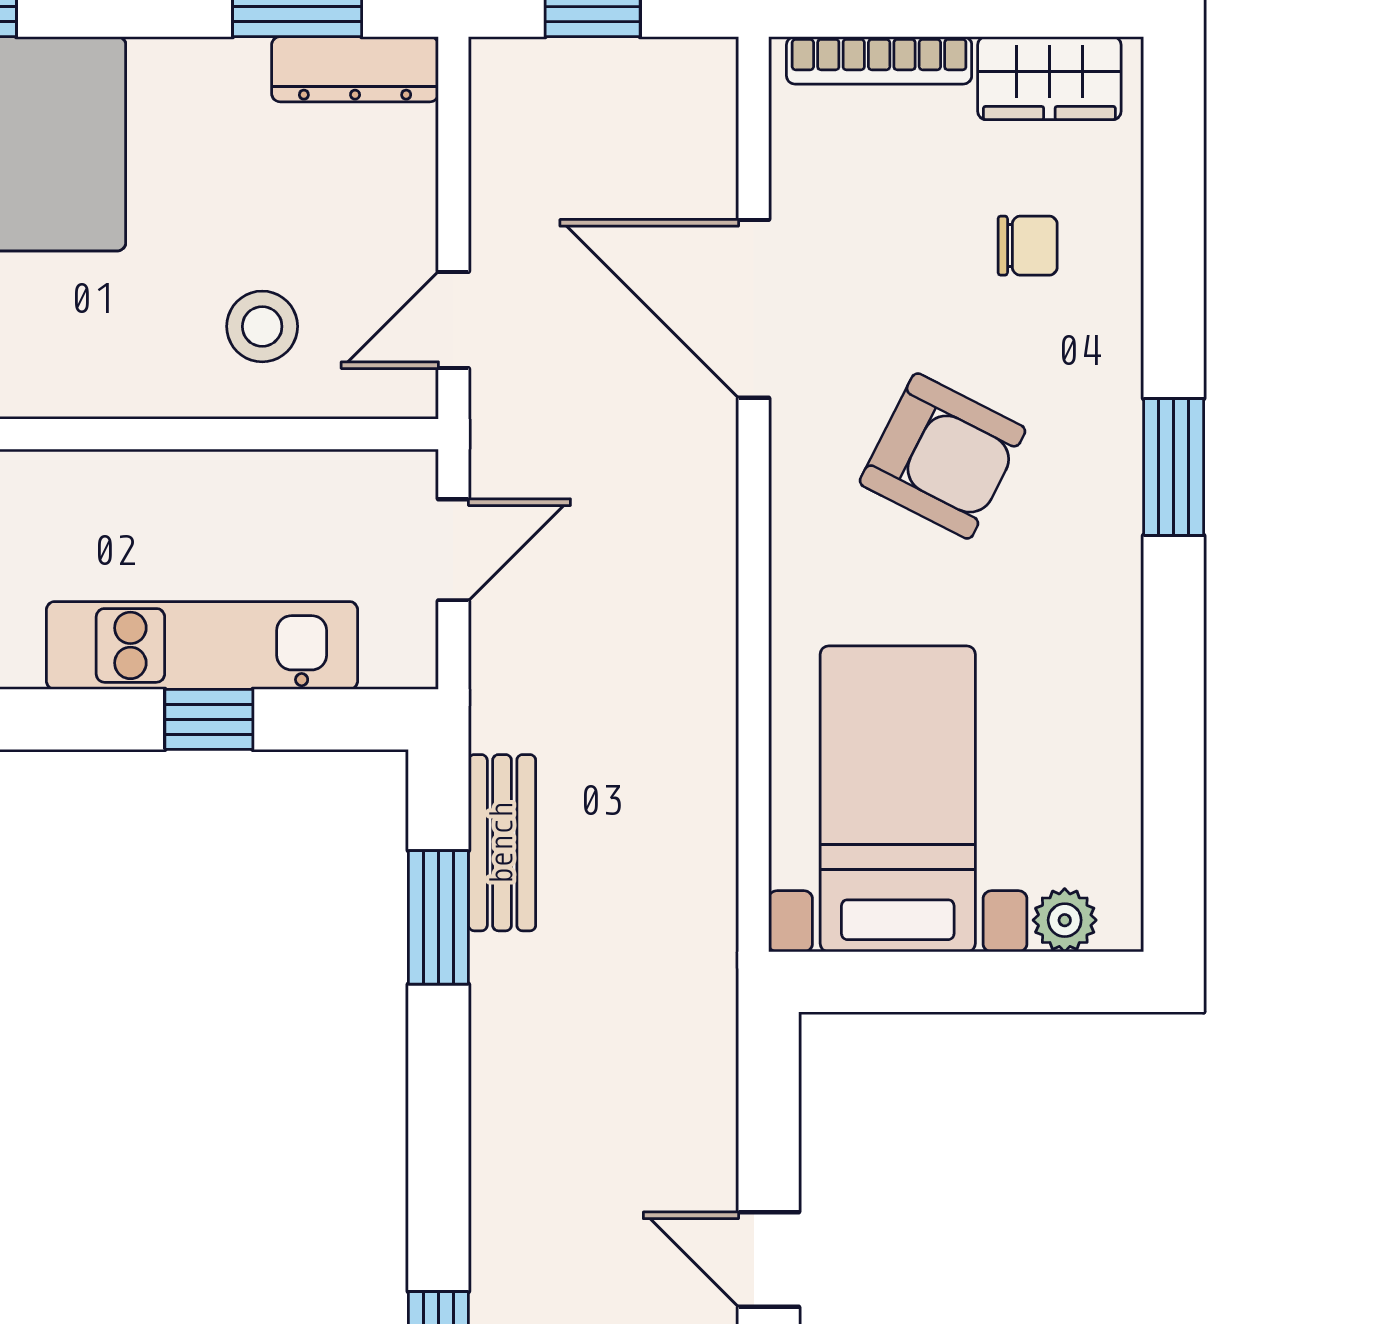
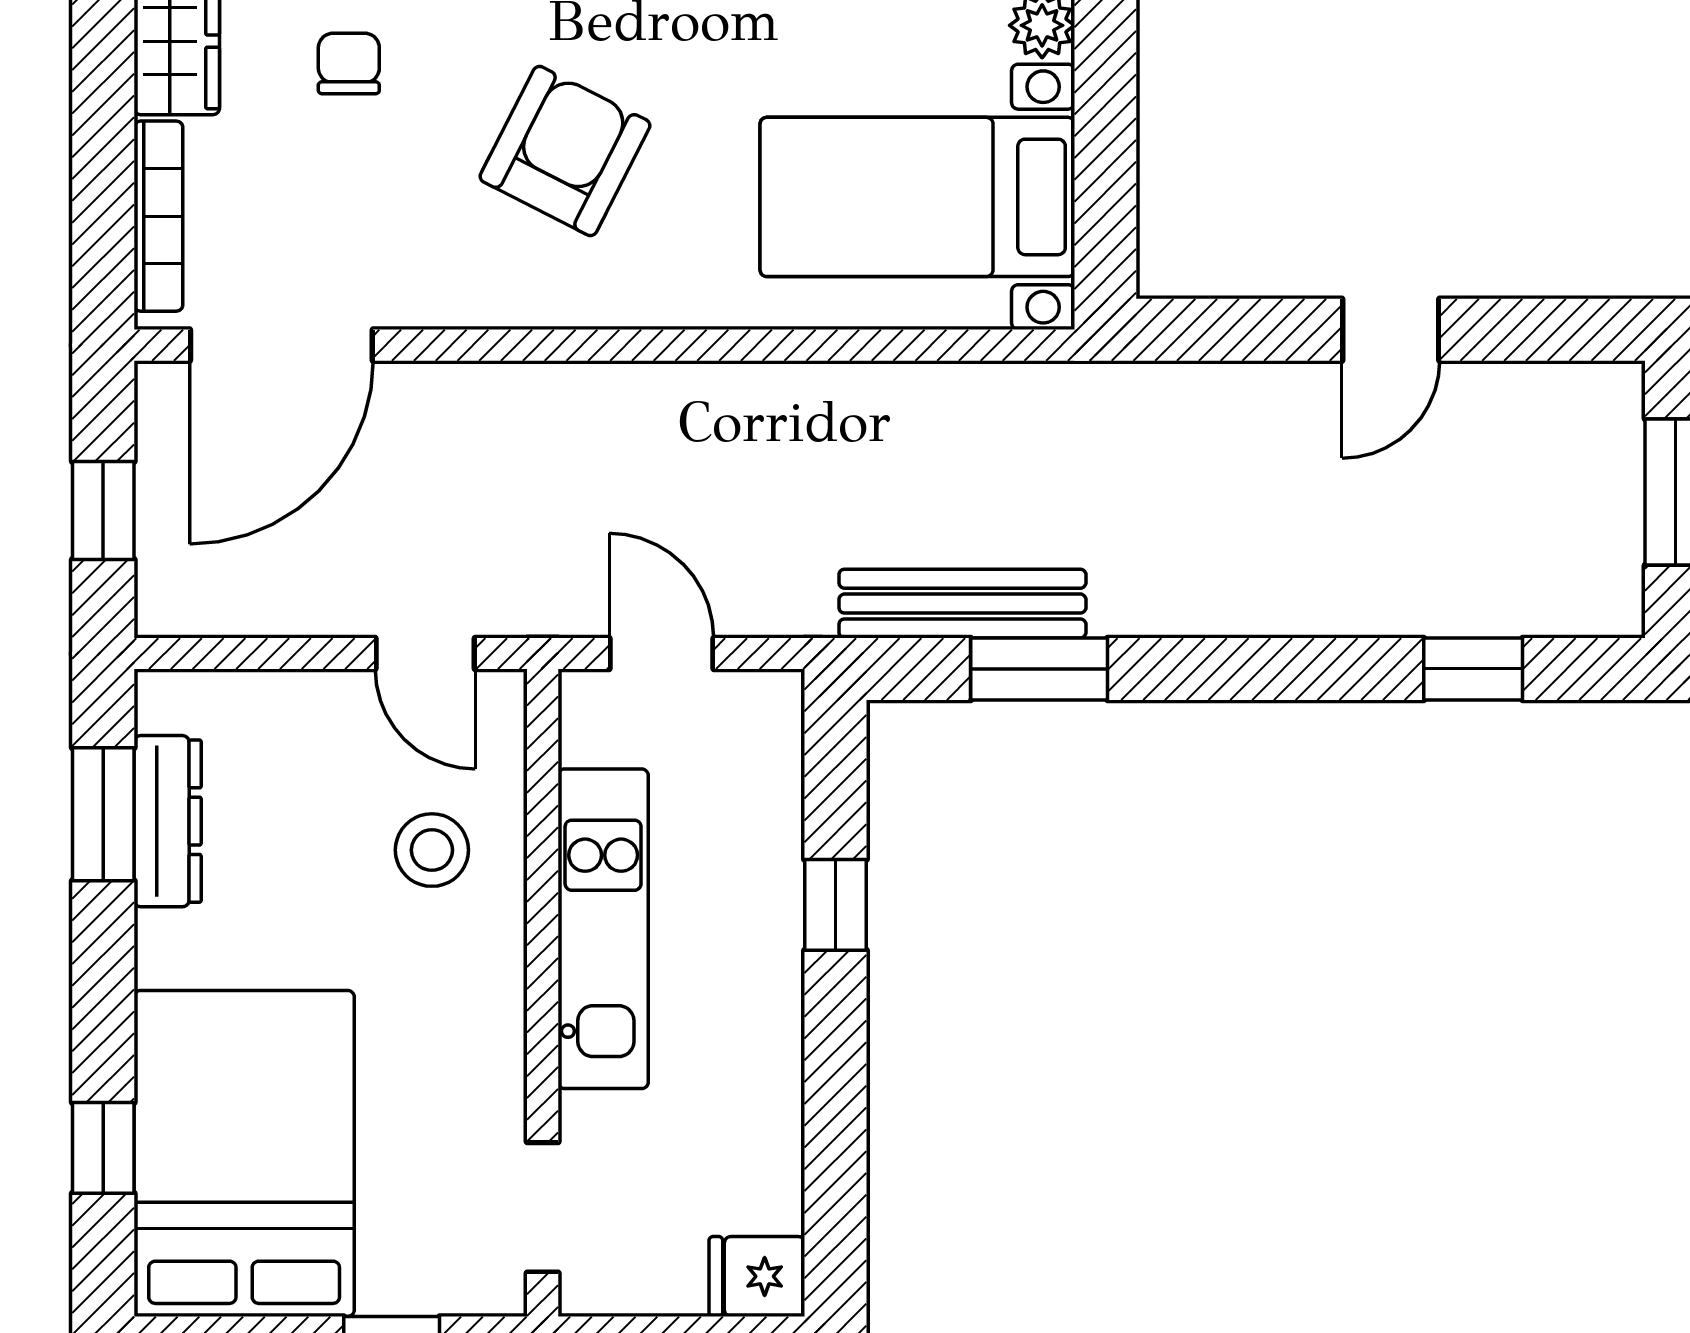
dresser: (355, 69) -> (168, 821), moved
door: (754, 309) -> (281, 345), moved
kitchen unit: (202, 645) -> (603, 929), moved, turned 180
bench: (502, 843) -> (962, 604), width x1.36

